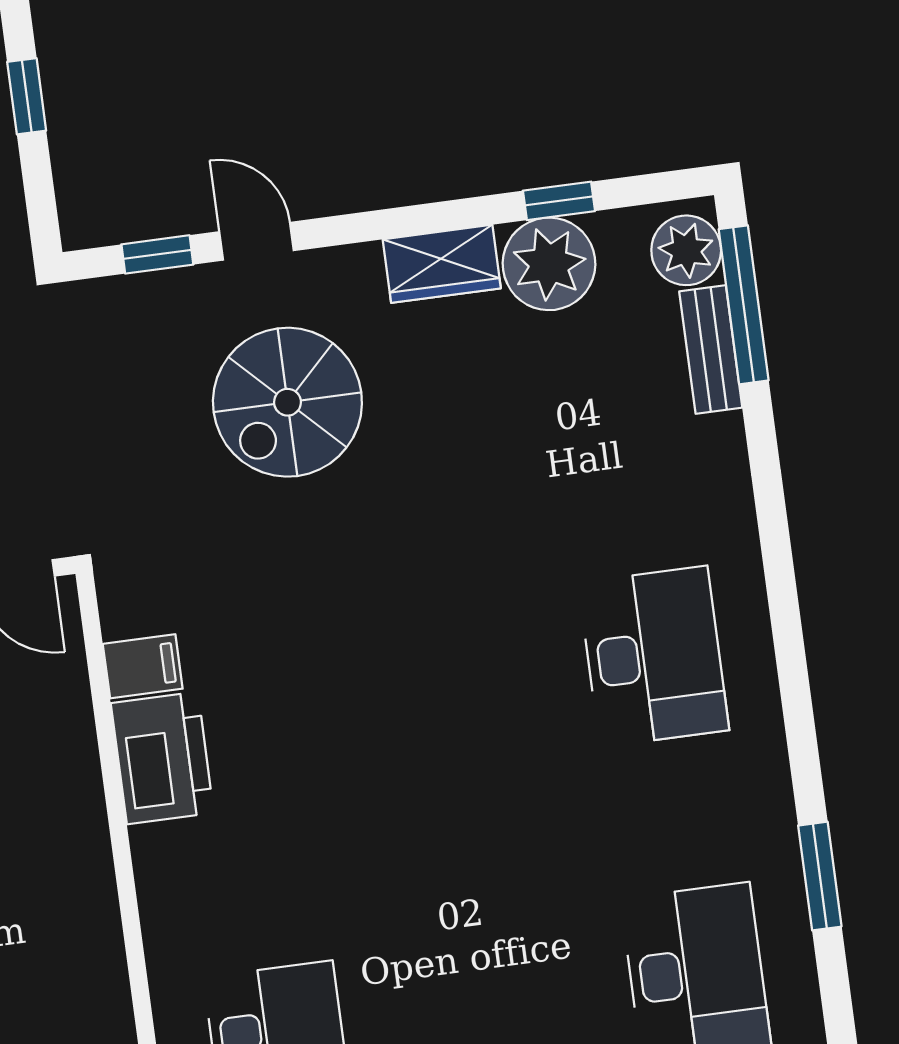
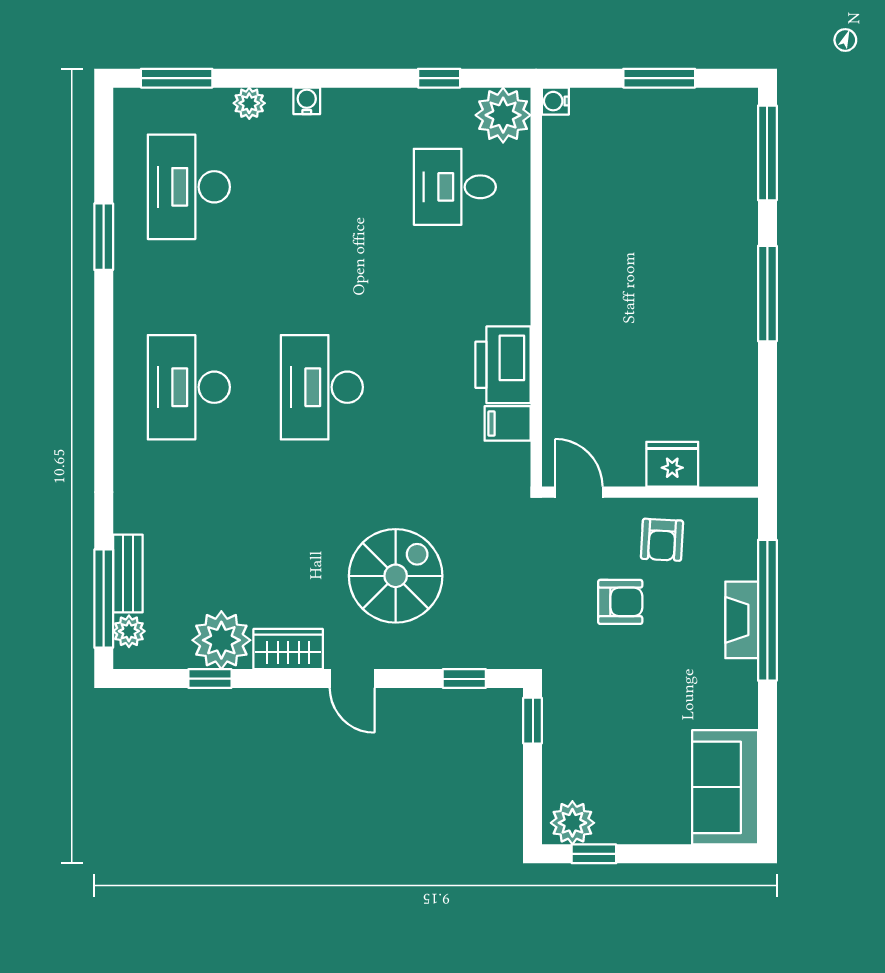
window: (27, 96) -> (533, 721), moved
door: (256, 241) -> (352, 679), moved
plant: (686, 250) -> (129, 631), width x0.73, depth x0.73
desk: (444, 684) -> (322, 387), added

